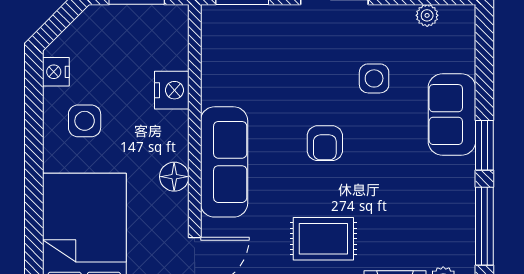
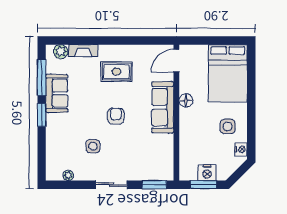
nightstand: (172, 90) -> (207, 173), moved, turned -90
sofa: (452, 115) -> (57, 93), moved

